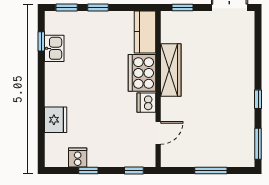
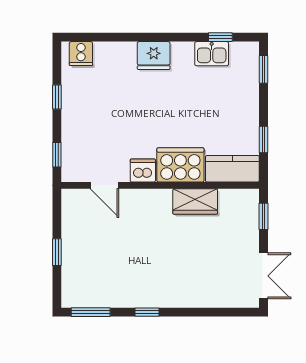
window: (98, 7) -> (264, 139), moved
wardrobe: (171, 70) -> (195, 201), width x0.67
fridge: (56, 120) -> (154, 56), moved
cooker: (78, 158) -> (81, 54), moved, turned 90
window: (211, 170) -> (57, 252), width x0.67

